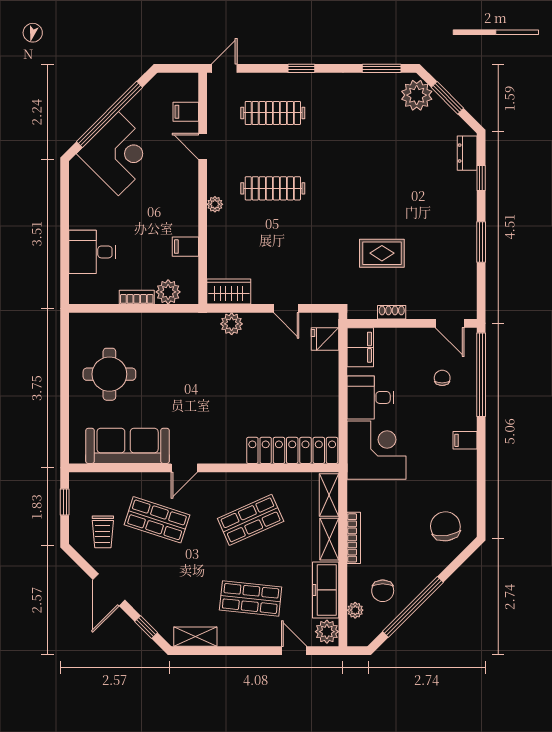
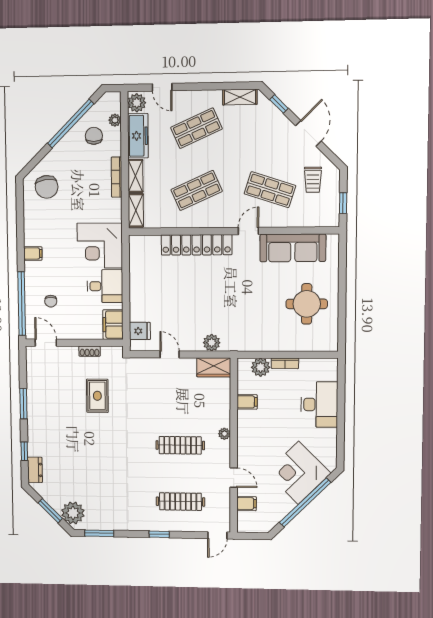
desk: (92, 252) -> (319, 404), width x1.37
rug: (382, 253) -> (97, 396), turned 90
locker: (292, 450) -> (197, 245), moved
trolley: (103, 532) -> (313, 180), turned 180
shop shelf: (251, 598) -> (196, 128), turned -30

